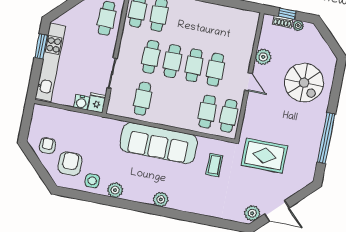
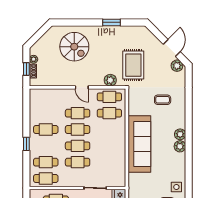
plant: (263, 57) -> (110, 80), moved
door: (248, 82) -> (82, 87), swing flipped
spiral stairs: (304, 83) -> (74, 47), turned 90
cafe table: (143, 99) -> (46, 130), moved
window: (326, 138) -> (112, 22), width x0.47
coffee table: (214, 165) -> (163, 100), moved
plant: (115, 190) -> (180, 146), moved

